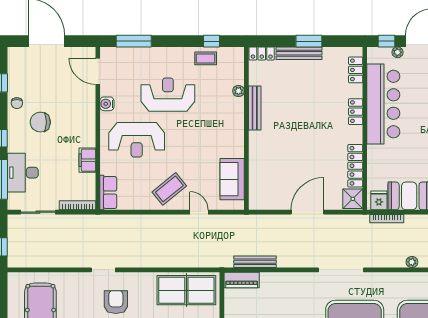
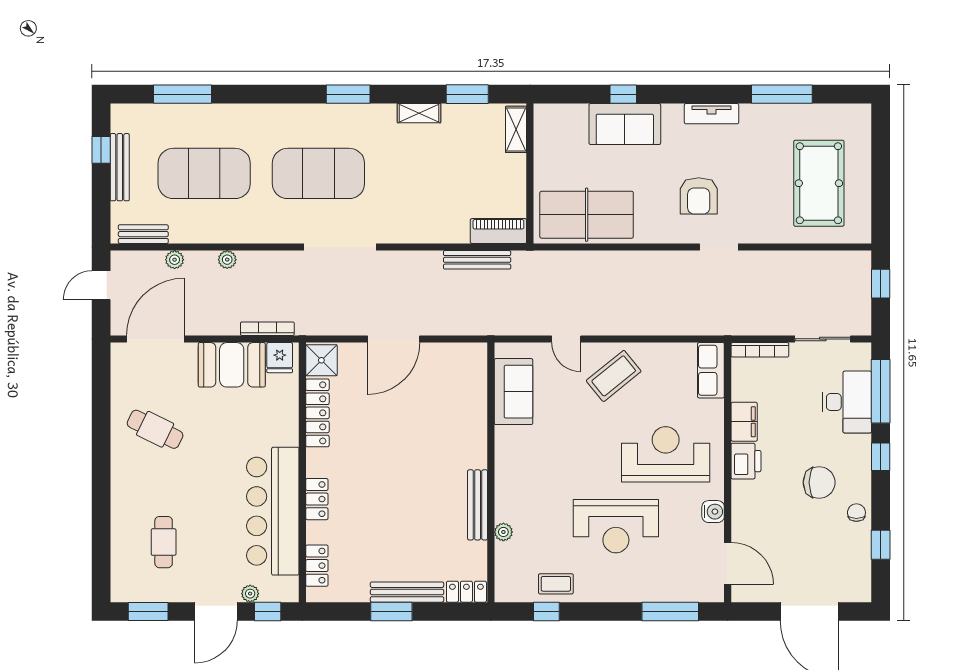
printer: (86, 135) -> (746, 461), added

